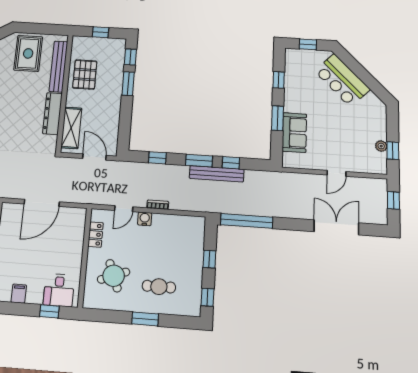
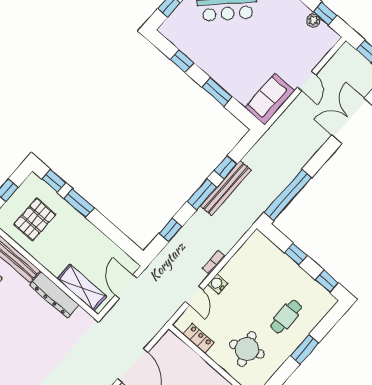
pallet: (85, 75) -> (35, 219), moved, turned 90
sofa: (294, 133) -> (270, 99), moved, turned -90
door: (94, 157) -> (126, 287), hinge flipped

